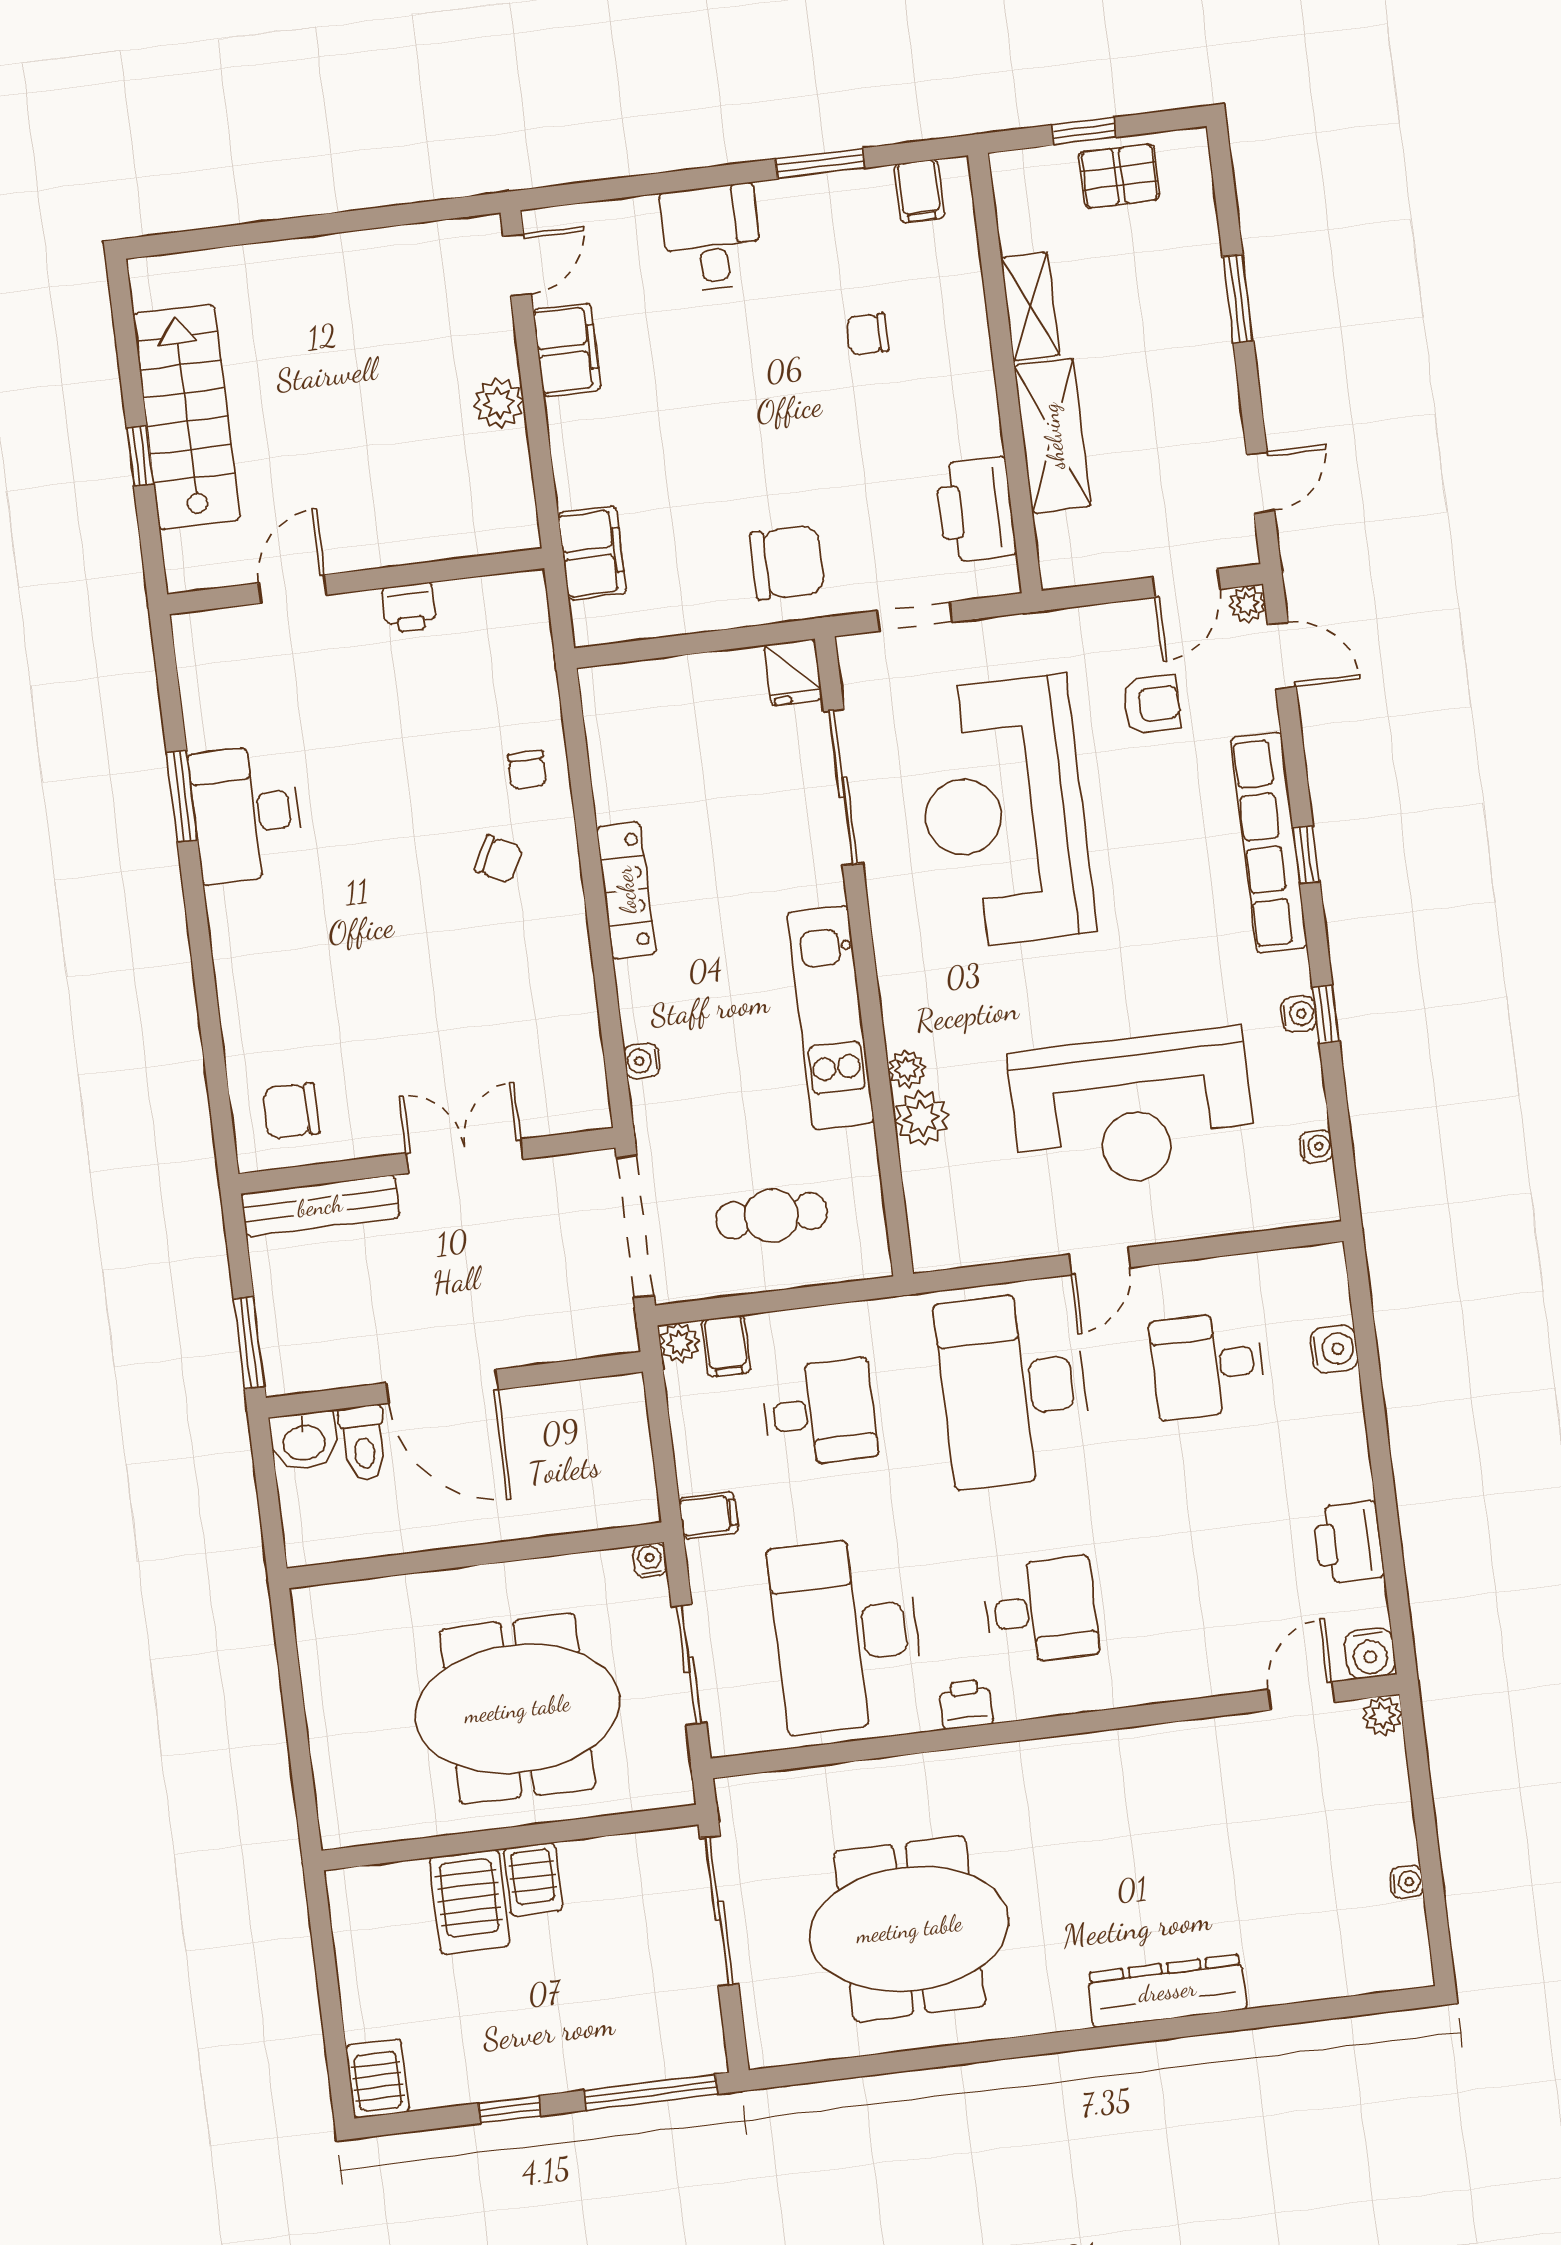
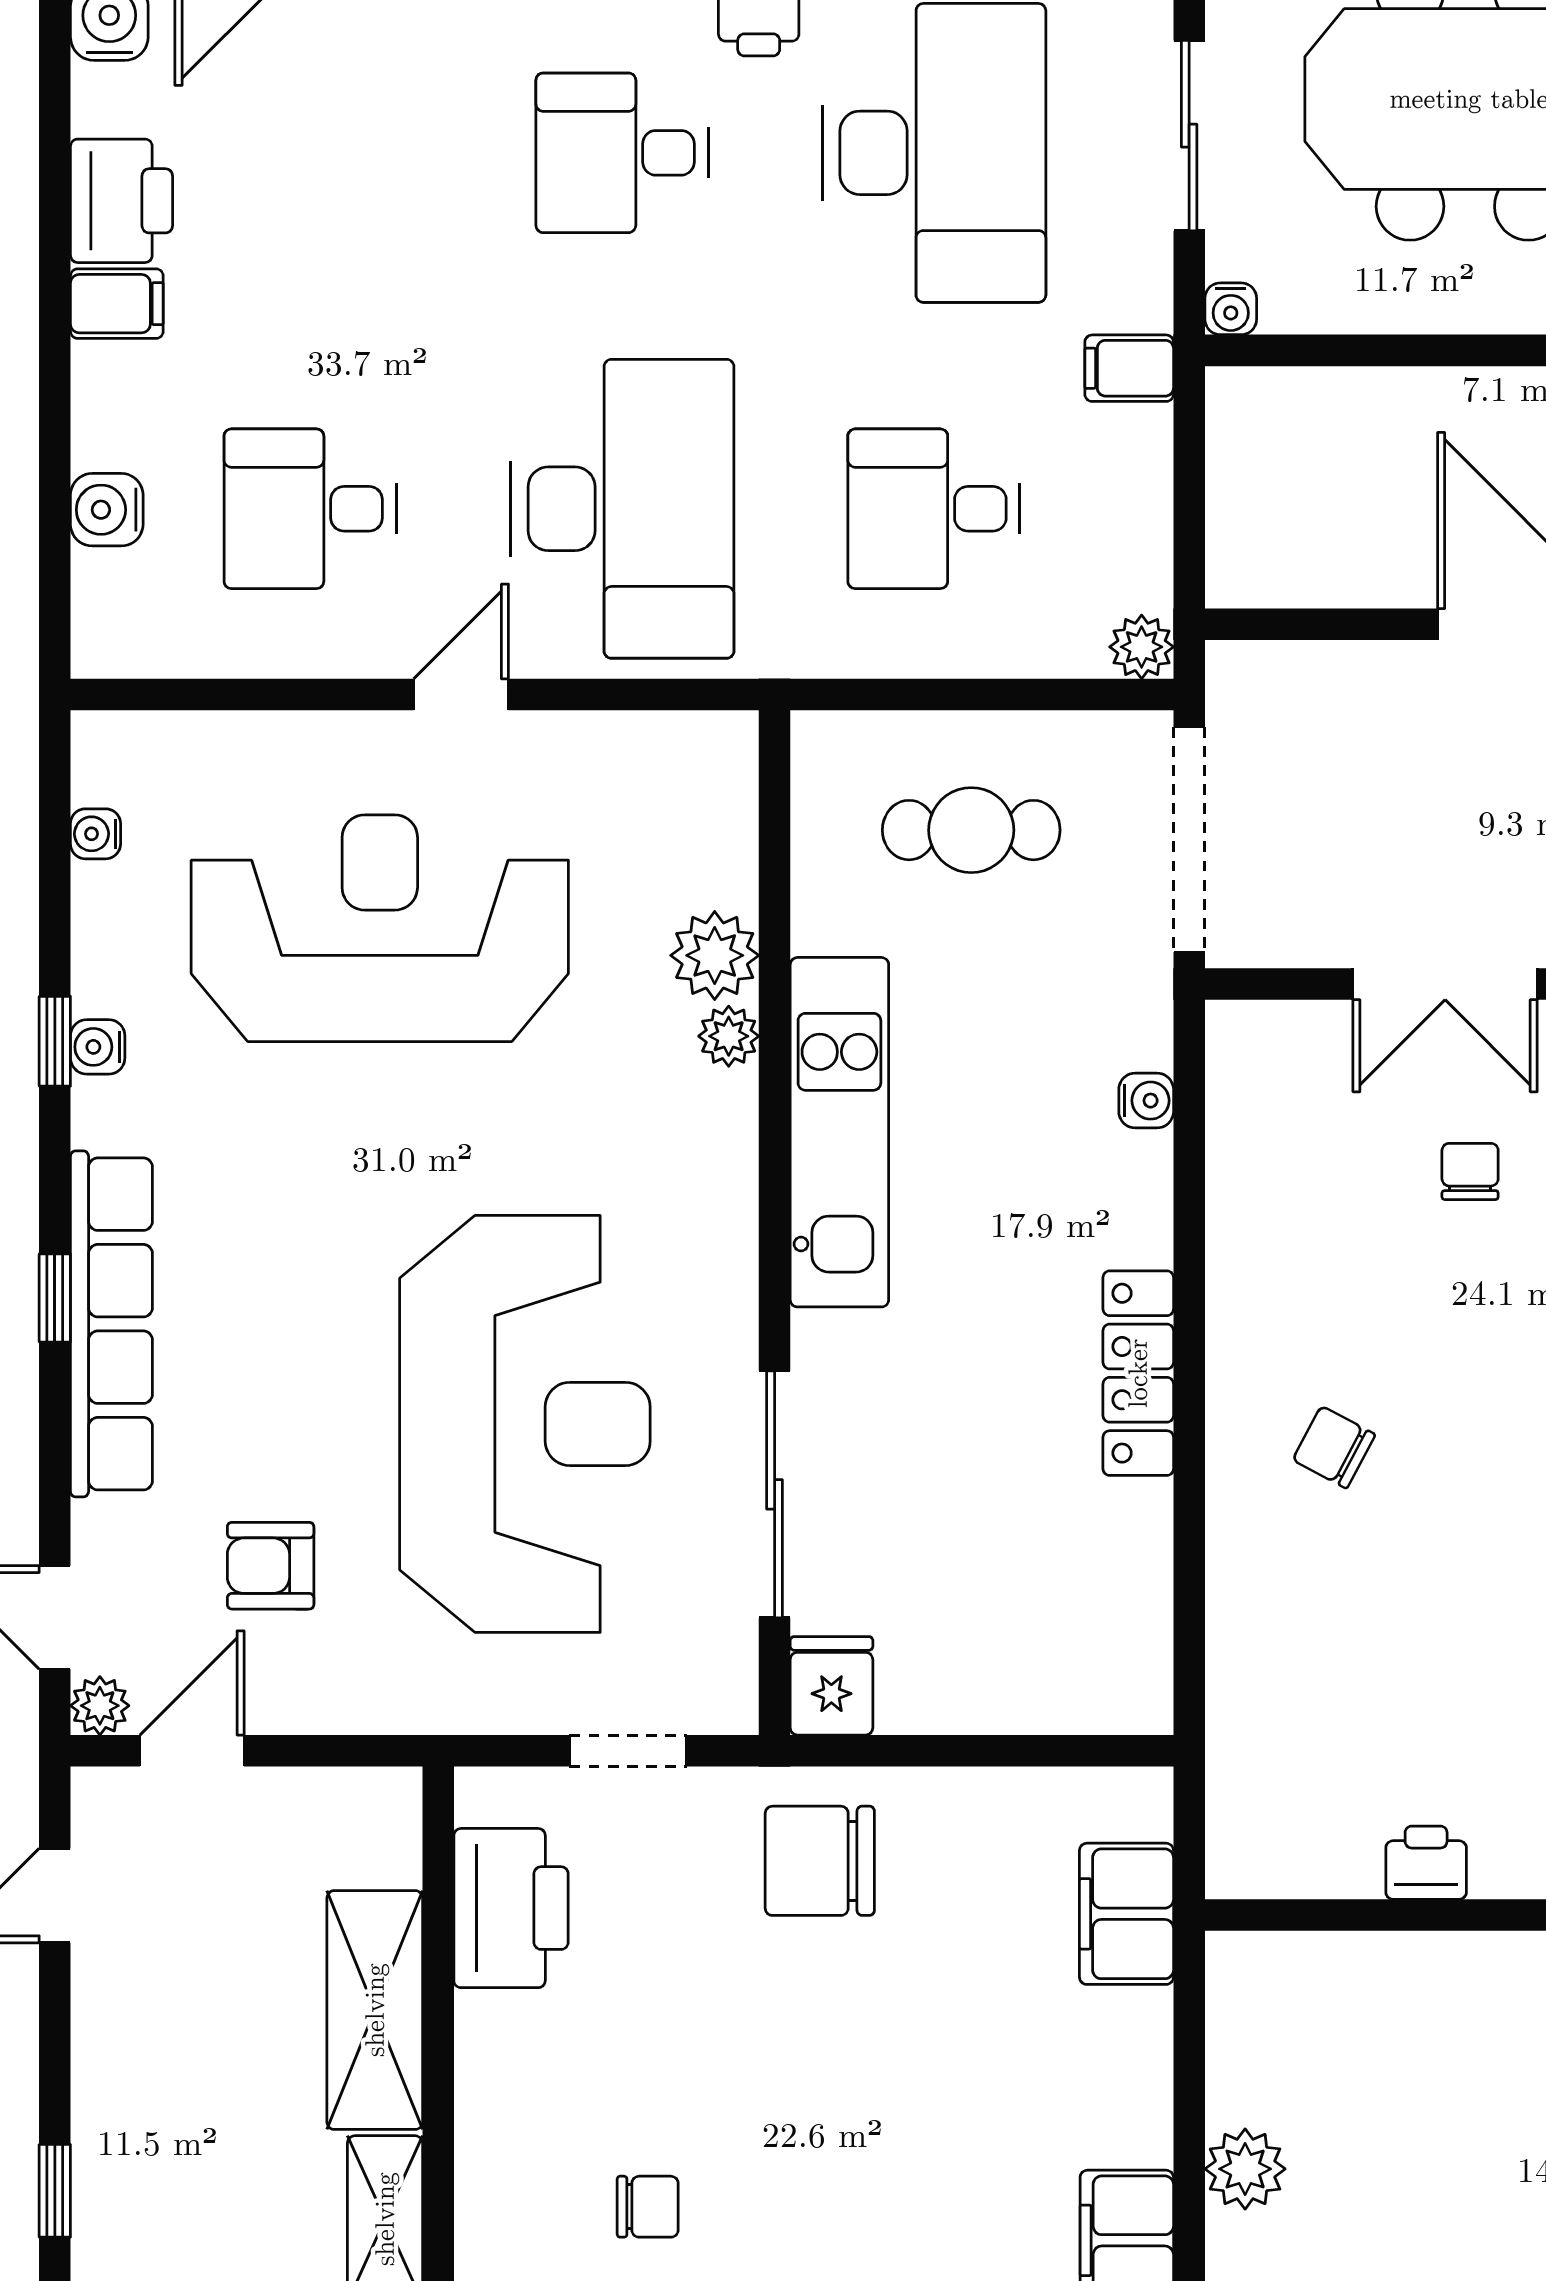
window: (1238, 299) -> (55, 2191), width x0.67
chair: (527, 770) -> (1470, 1171), moved
filing cabinet: (726, 1346) -> (117, 304), moved, turned 90
desk: (1208, 1365) -> (310, 509), turned 180

